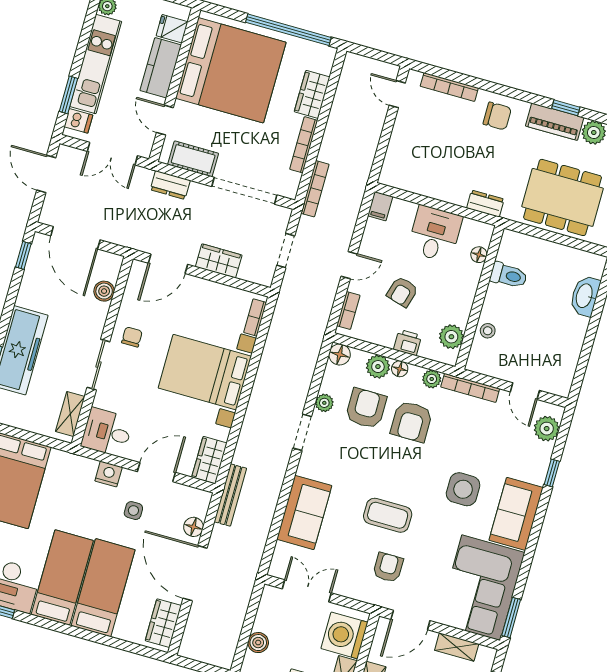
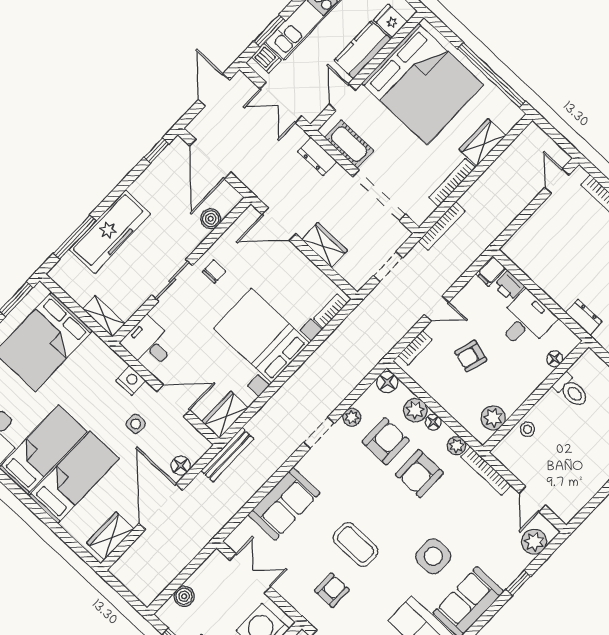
printer: (408, 342) -> (509, 286), moved, turned 180
shelving: (70, 414) -> (104, 316), moved, turned 90

